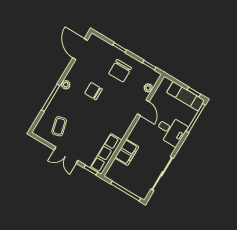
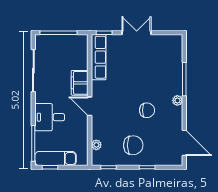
chair: (120, 71) -> (133, 145), turned 90
door: (143, 108) -> (90, 106), moved
coffee table: (59, 126) -> (160, 57), removed
filing cabinet: (127, 152) -> (80, 83), moved

